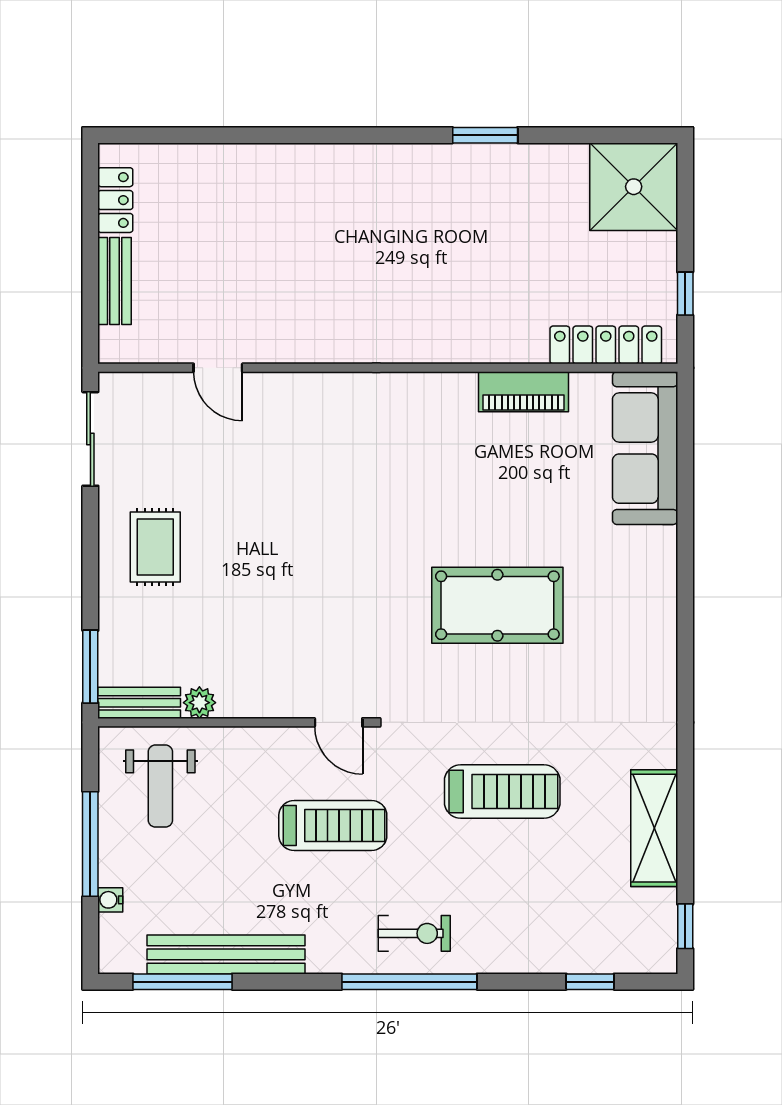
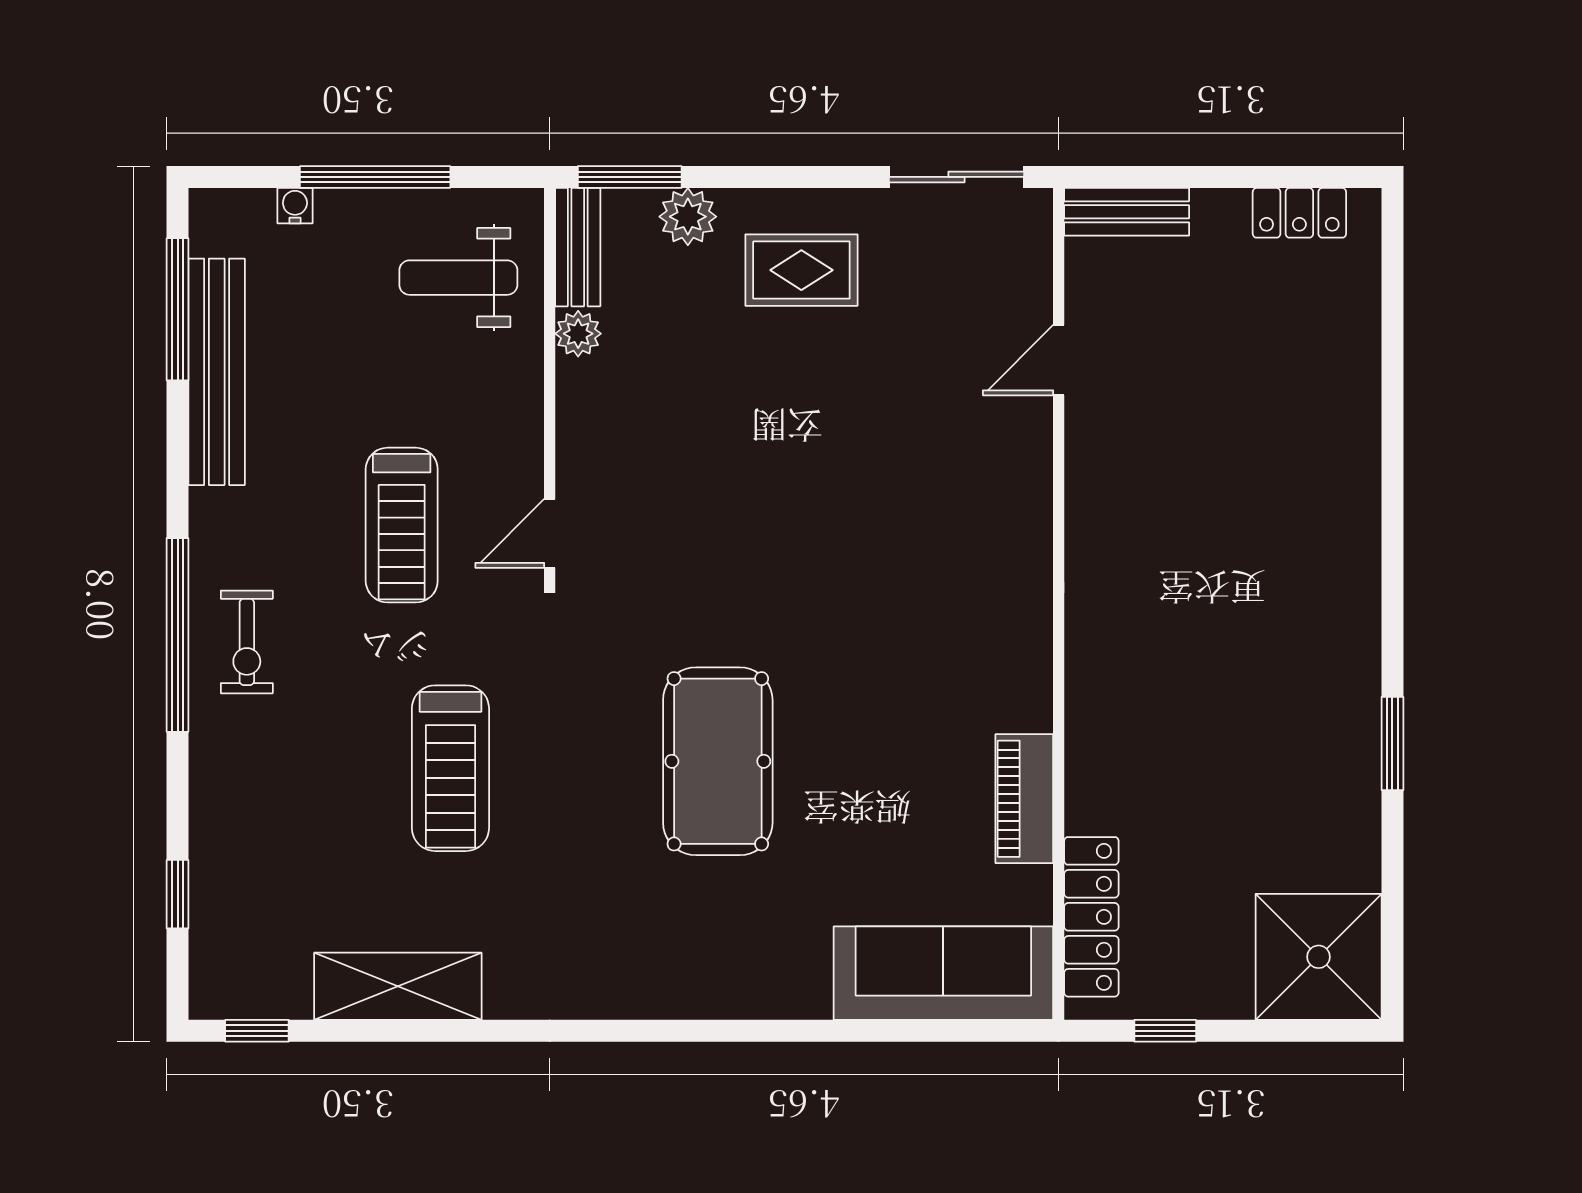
bench: (115, 281) -> (1127, 212), moved
plant: (118, 626) -> (688, 217), added

